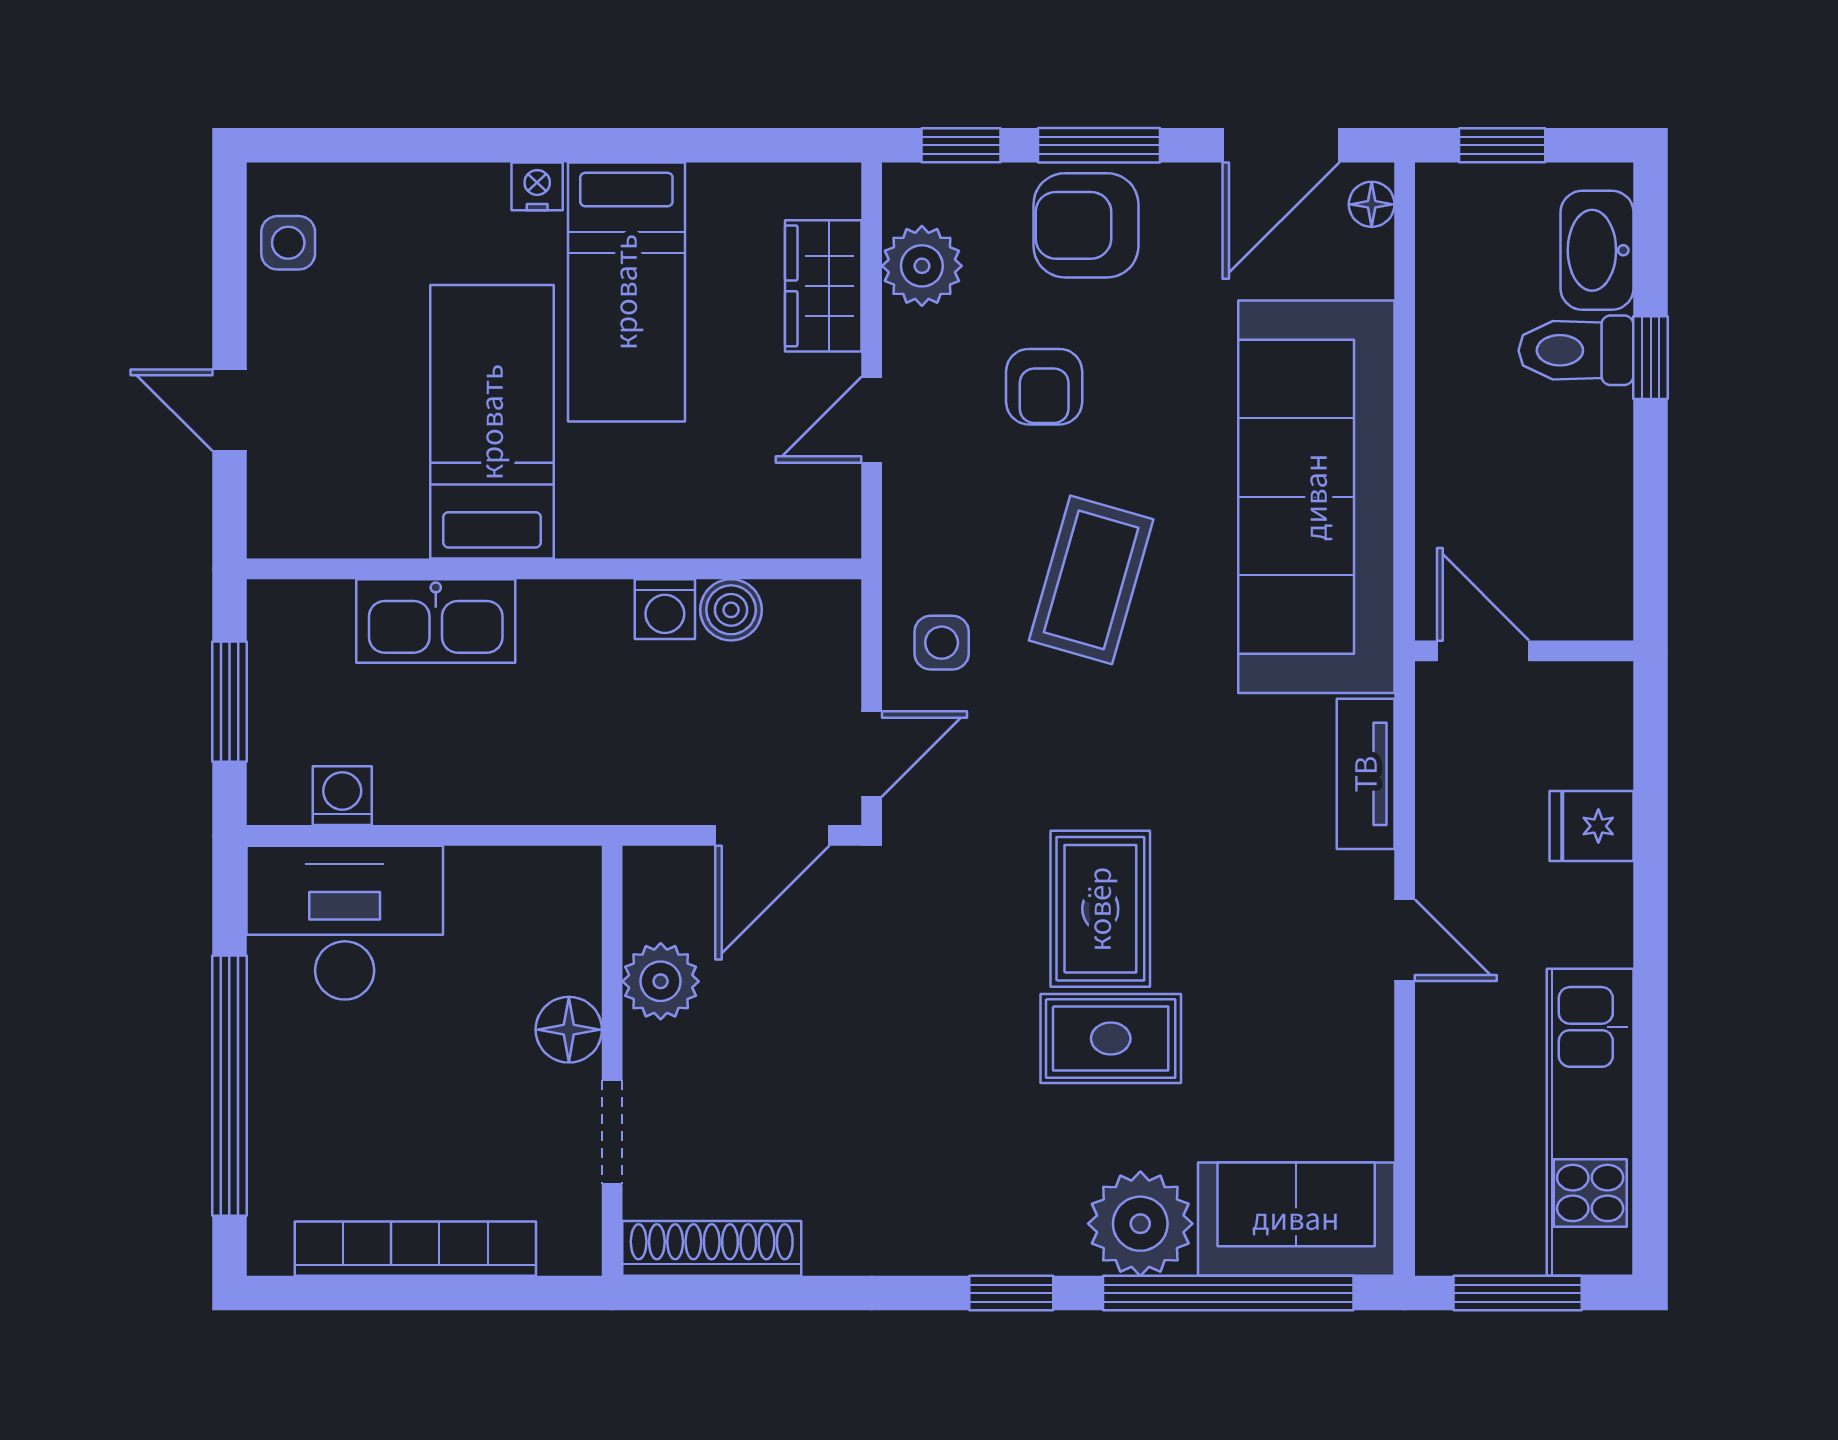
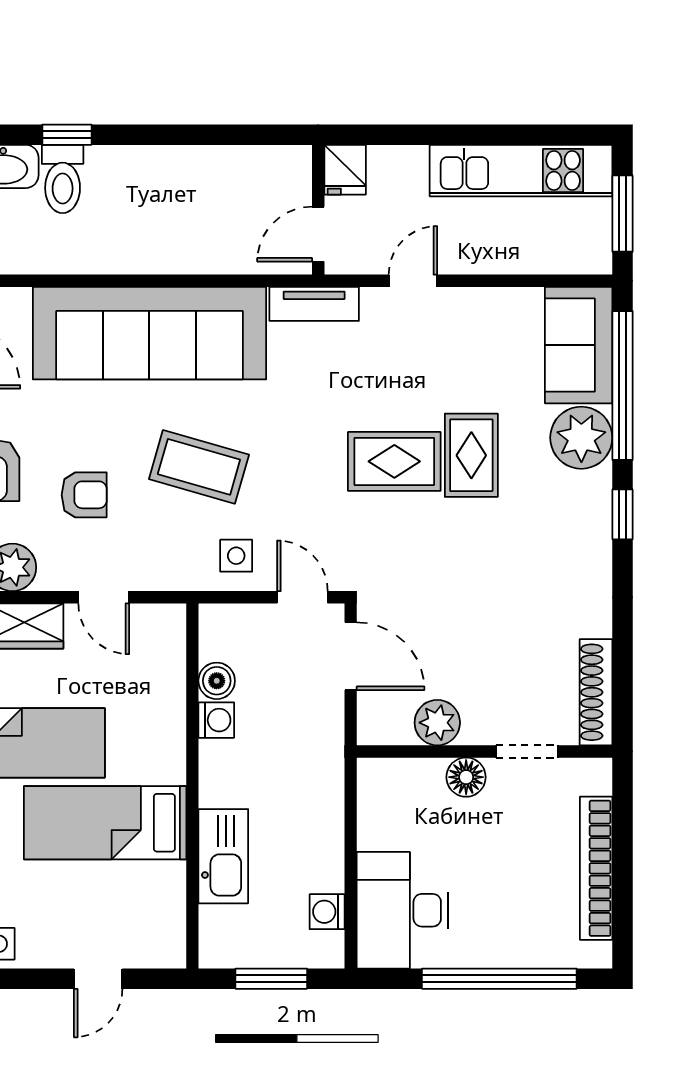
door: (1483, 651) -> (318, 234), moved
wall: (1524, 651) -> (318, 210), moved

